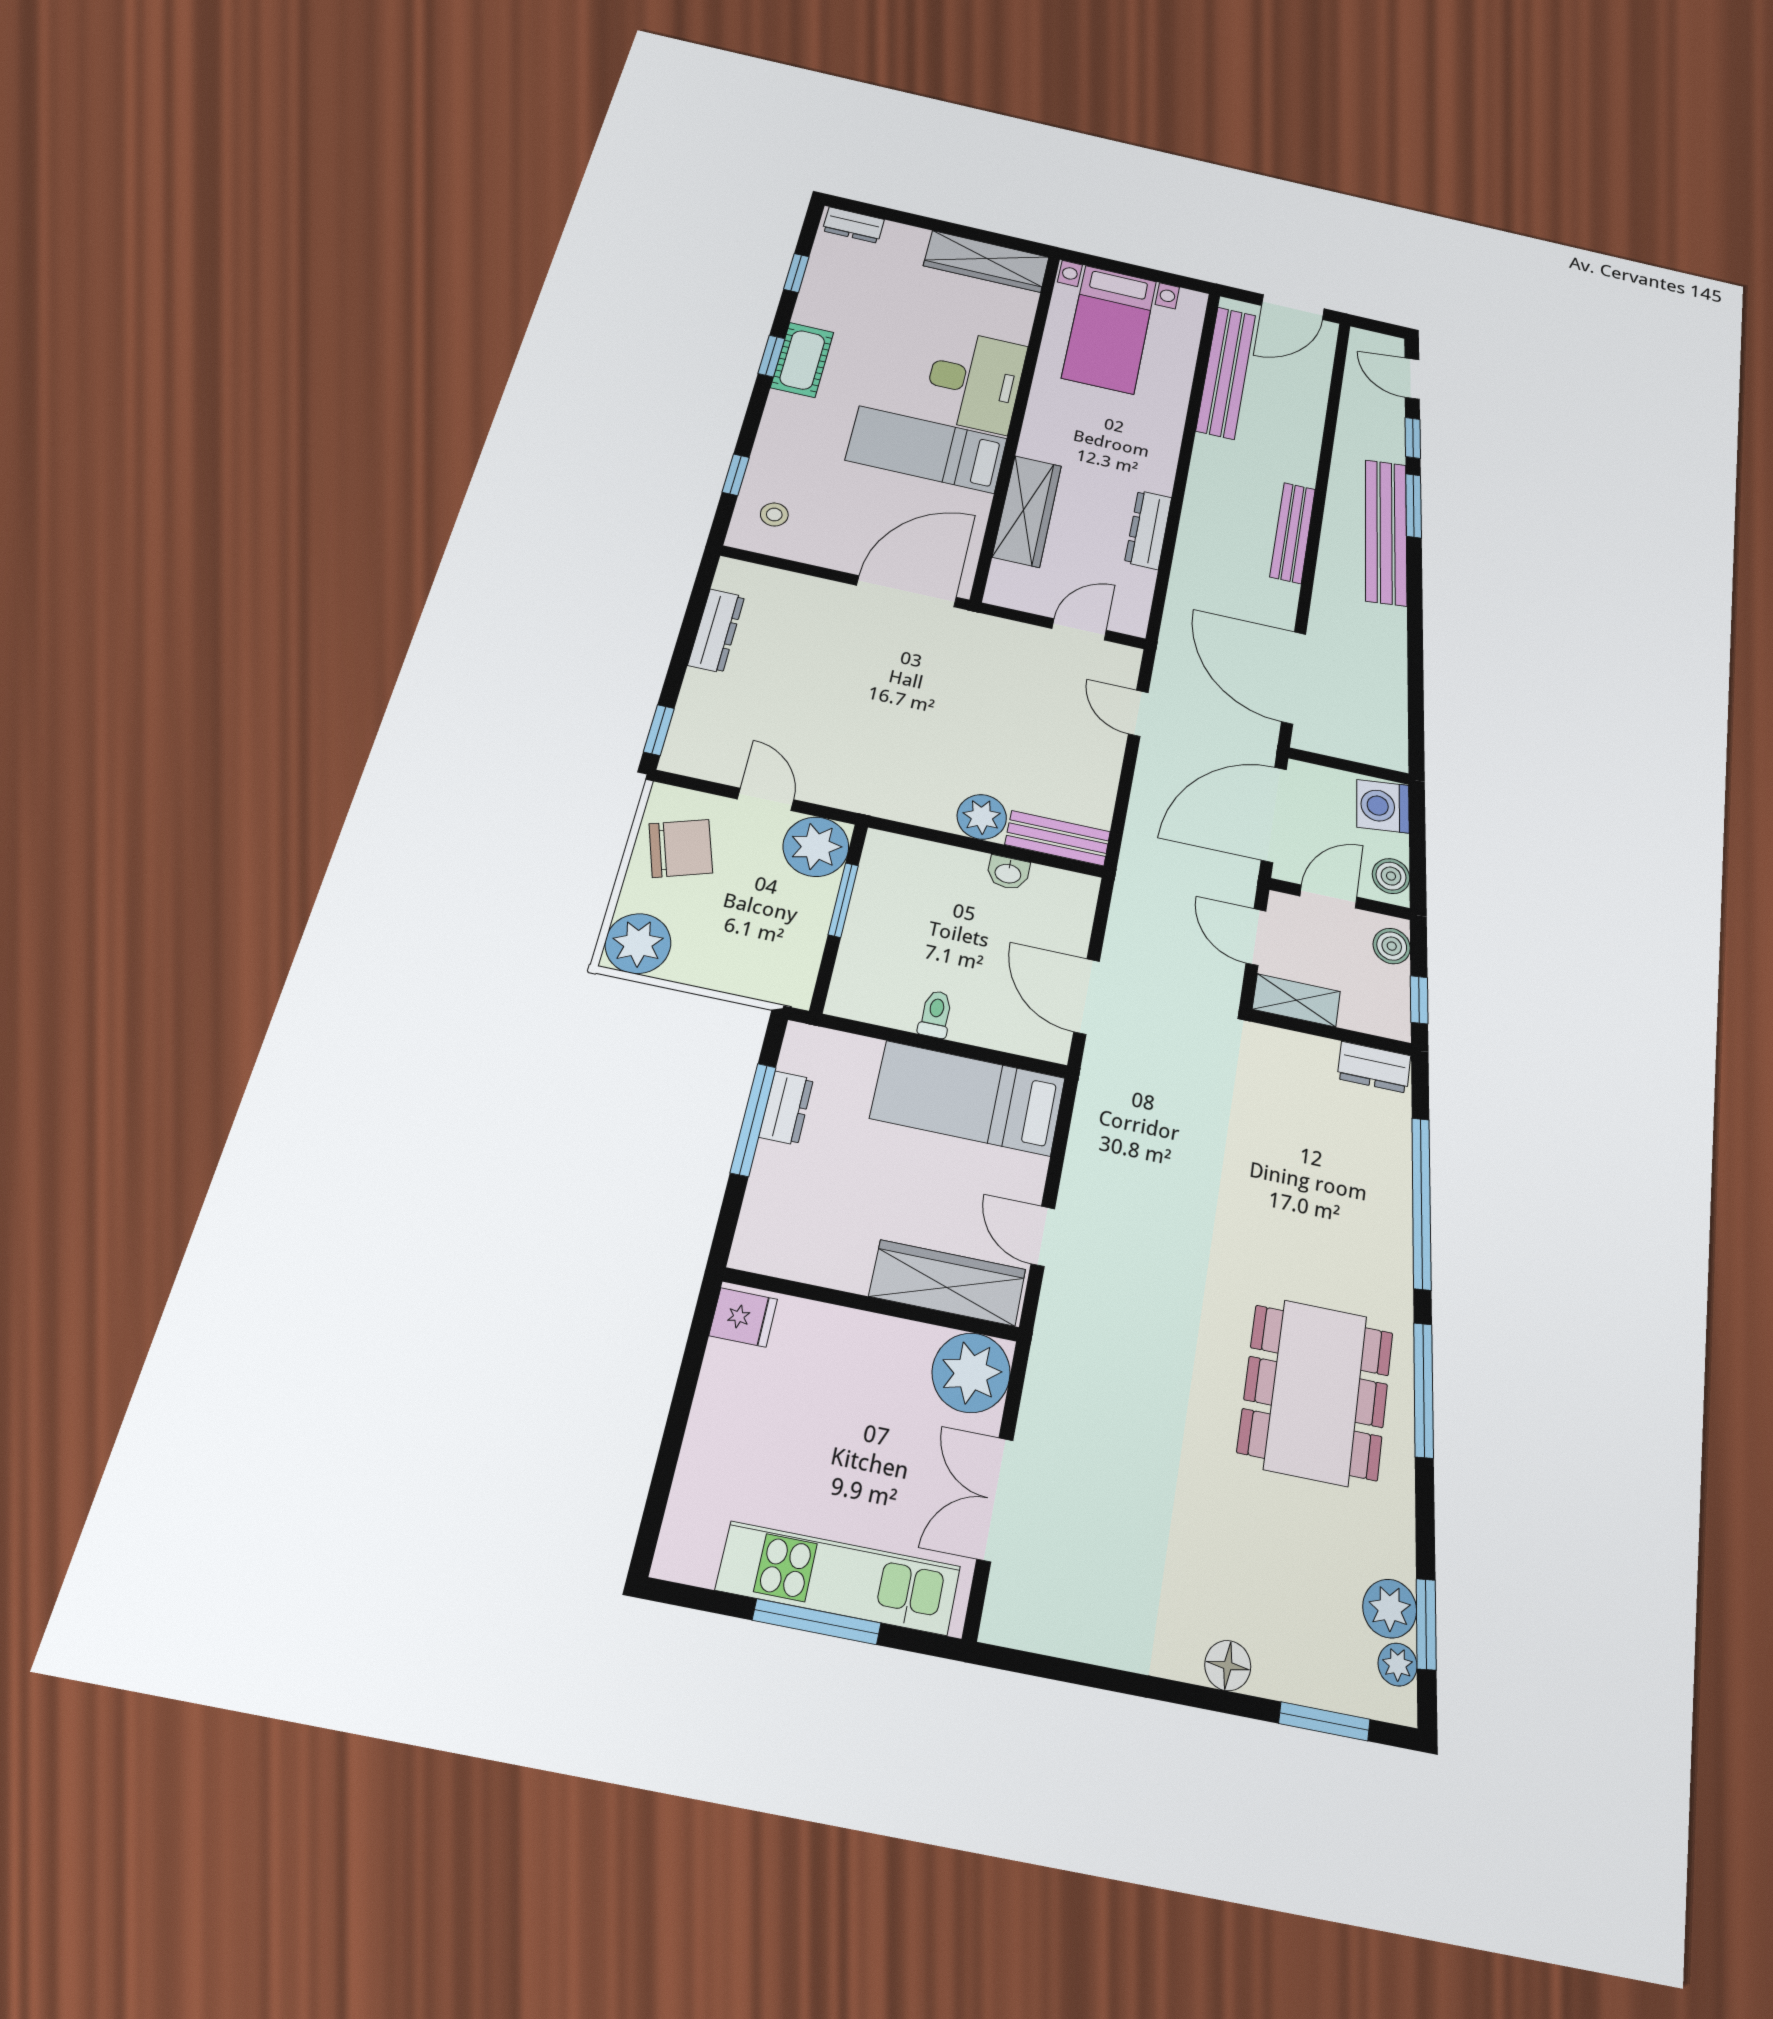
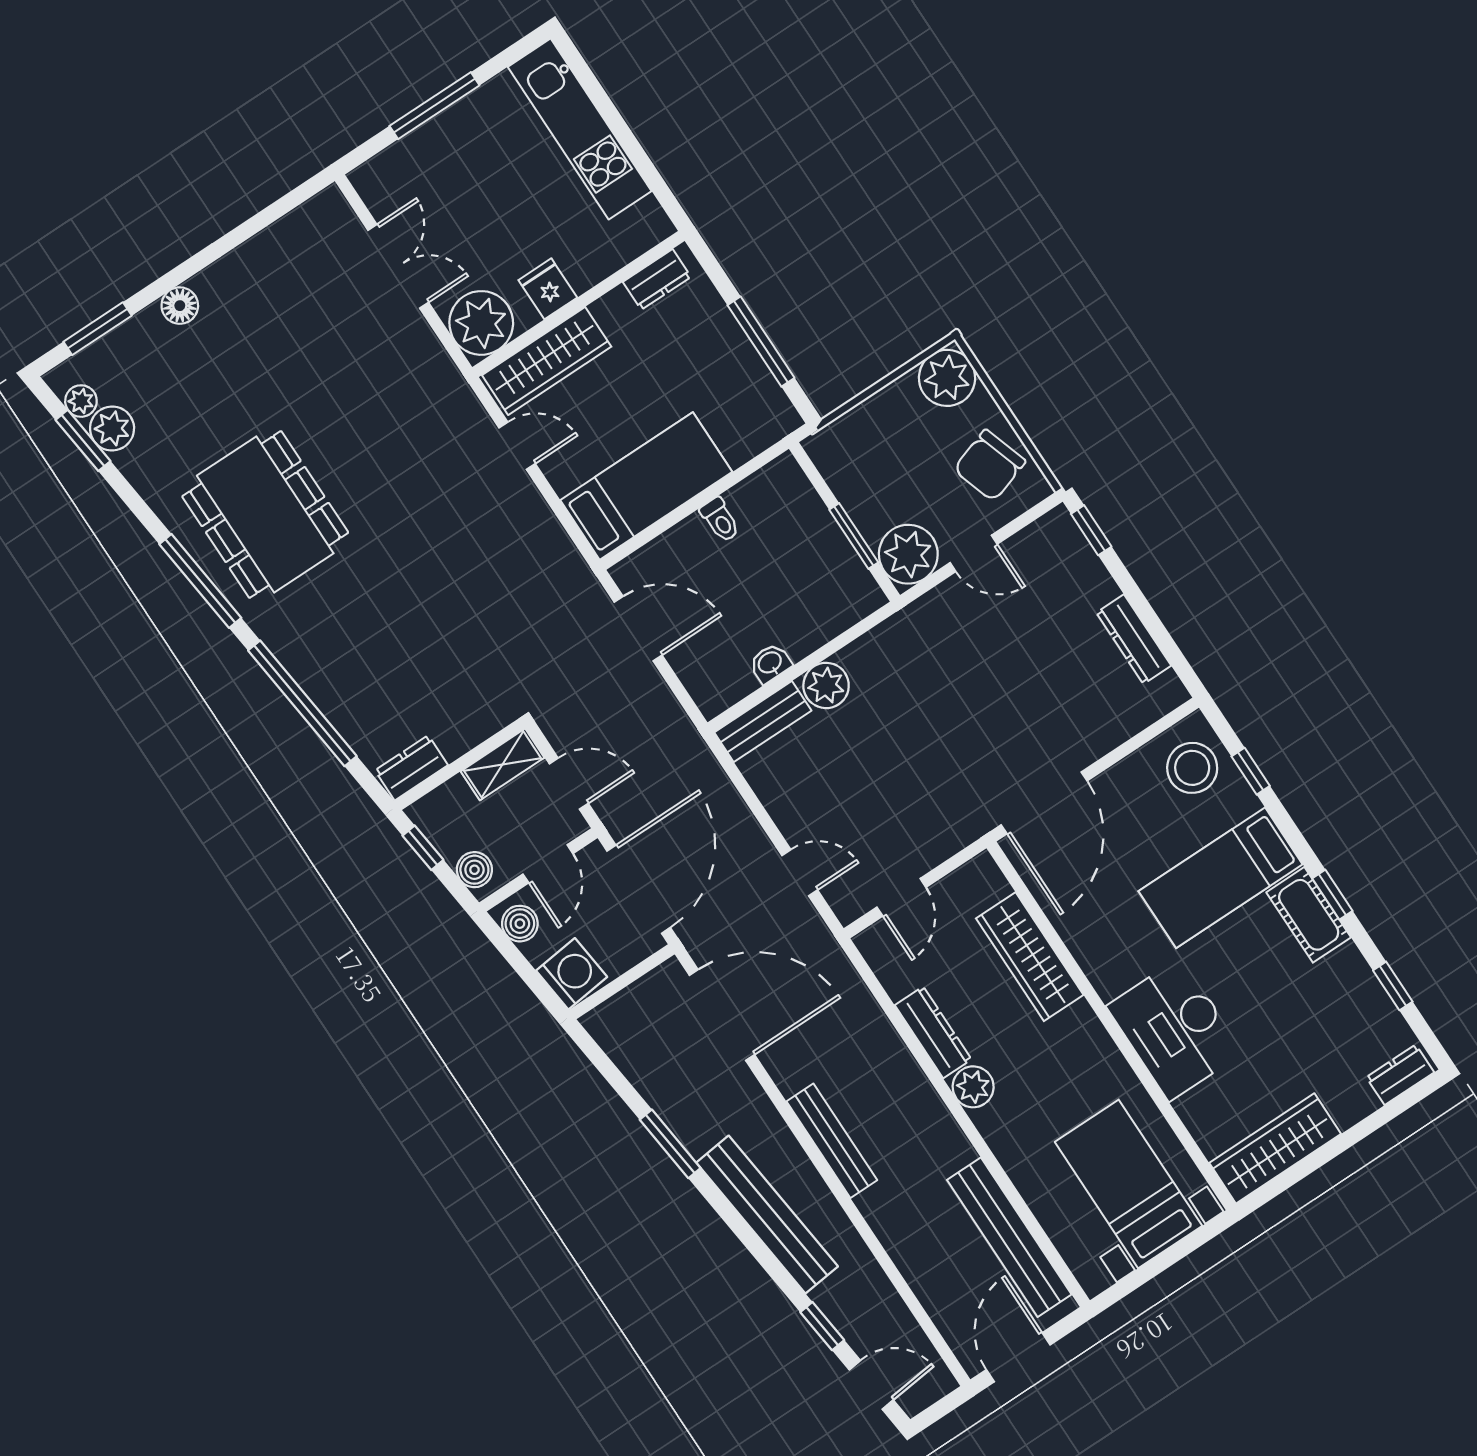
bed: (926, 450) -> (1221, 878), moved, turned 180
plant: (1155, 474) -> (973, 1087), added
window: (1414, 506) -> (670, 1144), moved
stool: (774, 514) -> (1192, 768), width x1.89, depth x1.89
dresser: (786, 1108) -> (657, 279), moved, turned -90
fridge: (743, 1317) -> (548, 289), moved, turned 90
kitchen unit: (839, 1578) -> (580, 129), moved, turned 90

